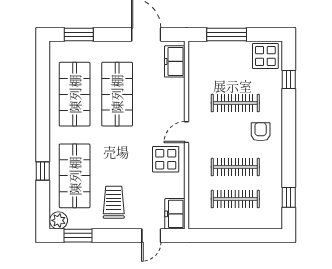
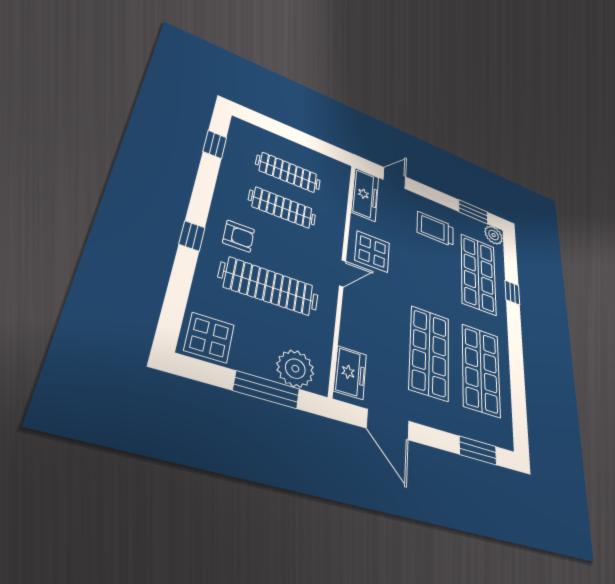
plant: (211, 53) -> (295, 369), added
window: (289, 80) -> (192, 236), moved
clothes rail: (235, 103) -> (269, 286), width x1.37, depth x1.31
armchair: (261, 132) -> (239, 236), turned -90
trolley: (114, 202) -> (435, 229), turned 90
freezer: (175, 214) -> (365, 194), width x1.40

